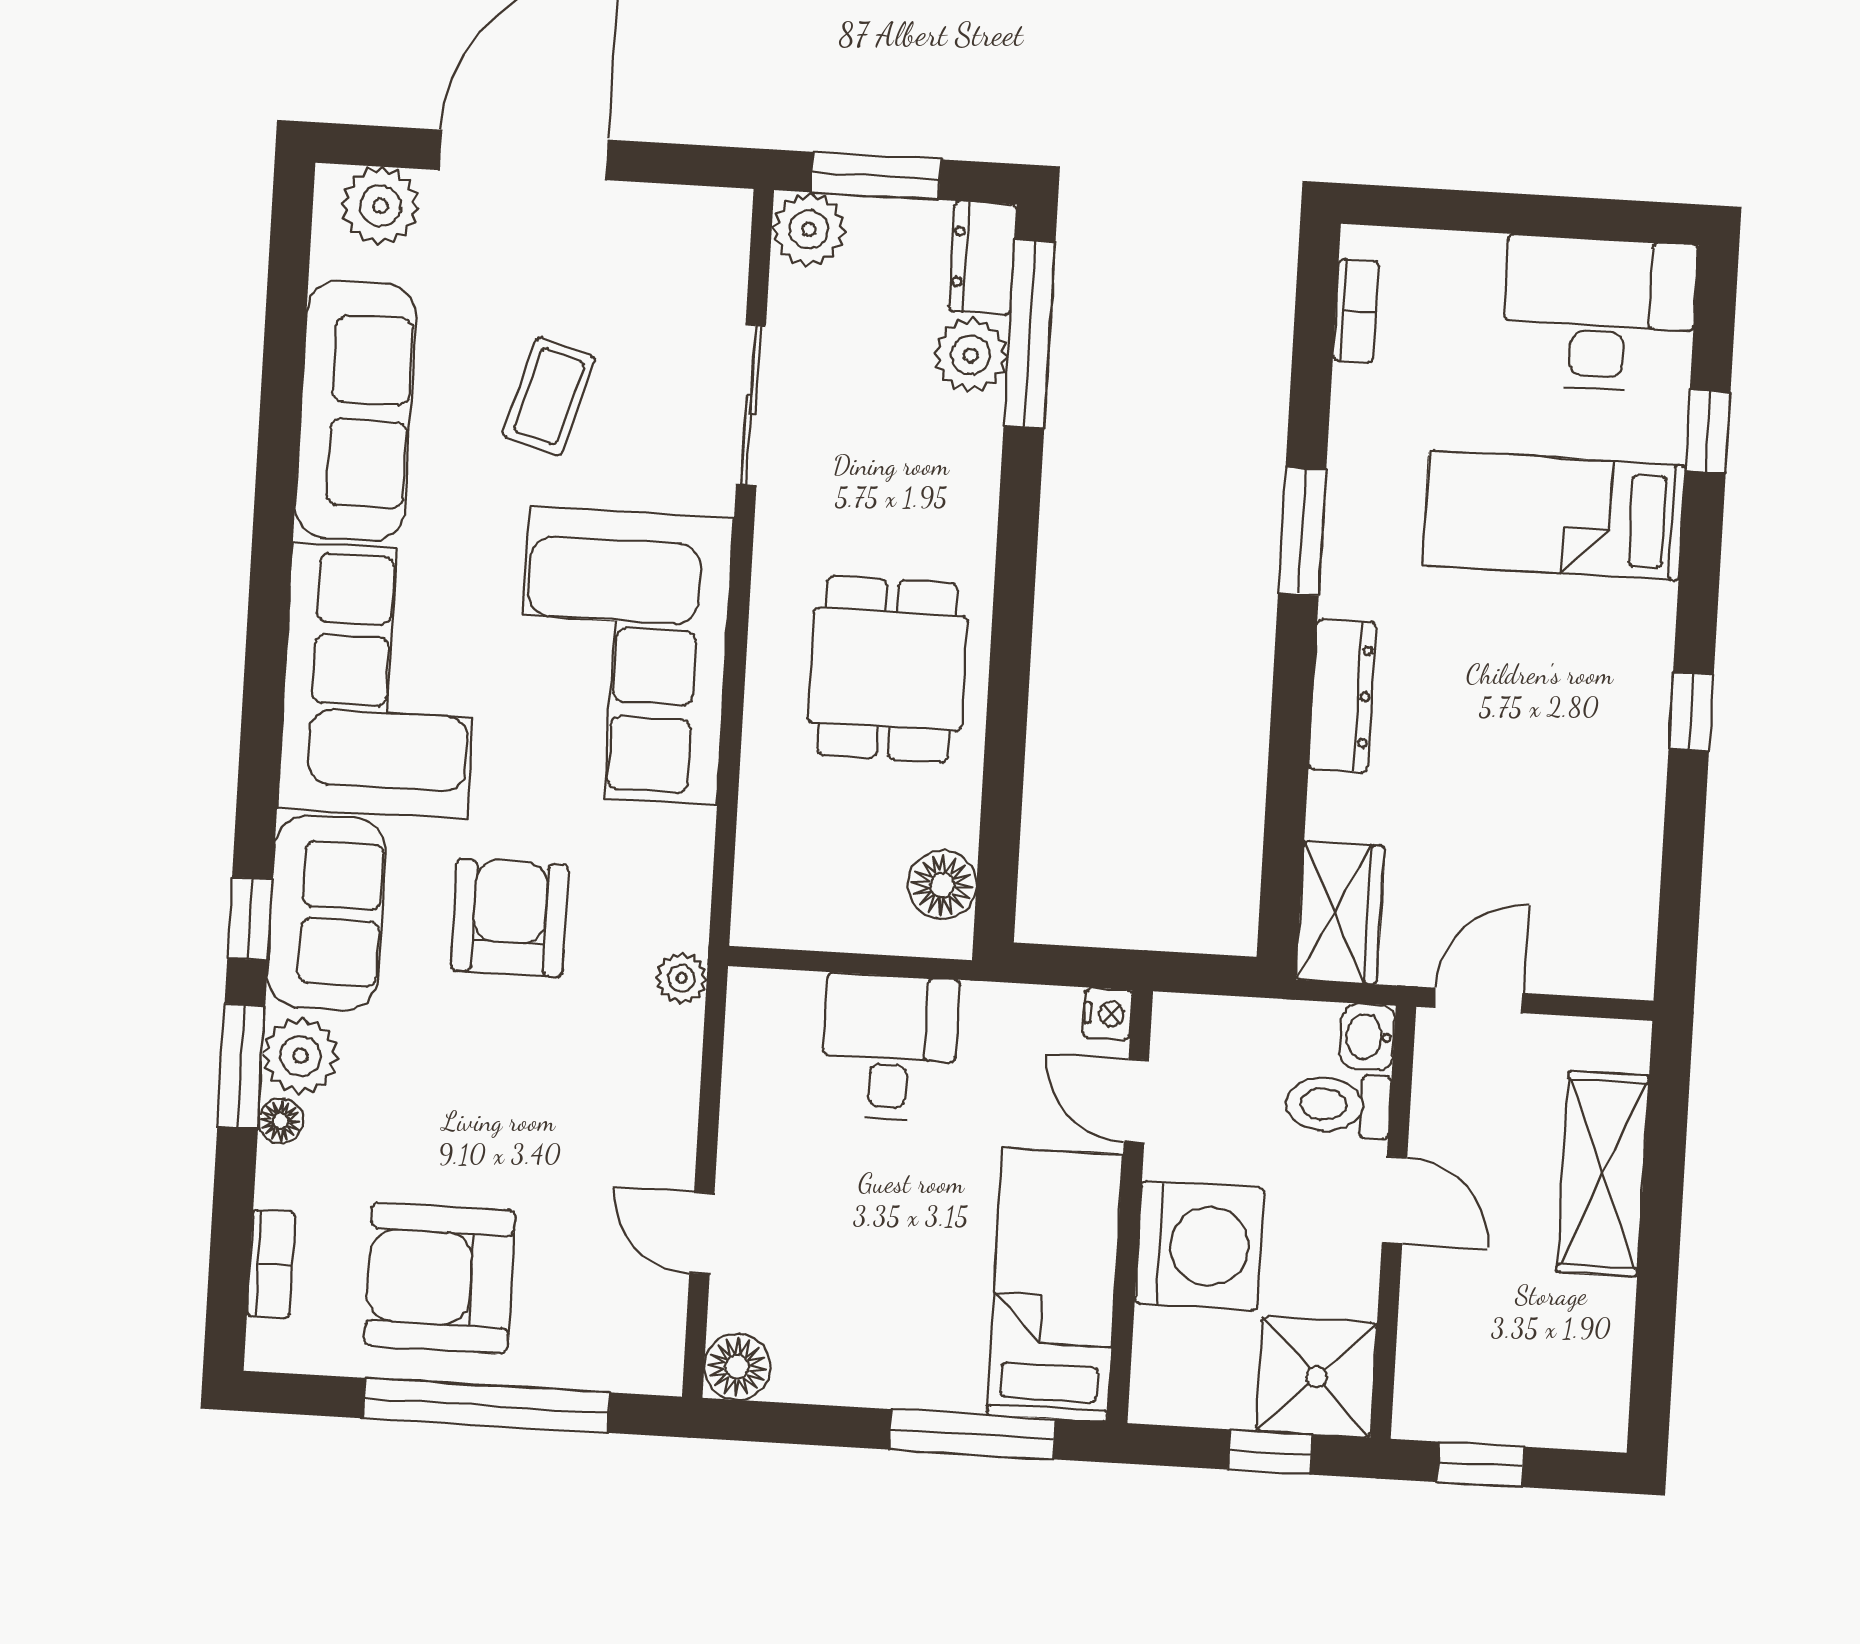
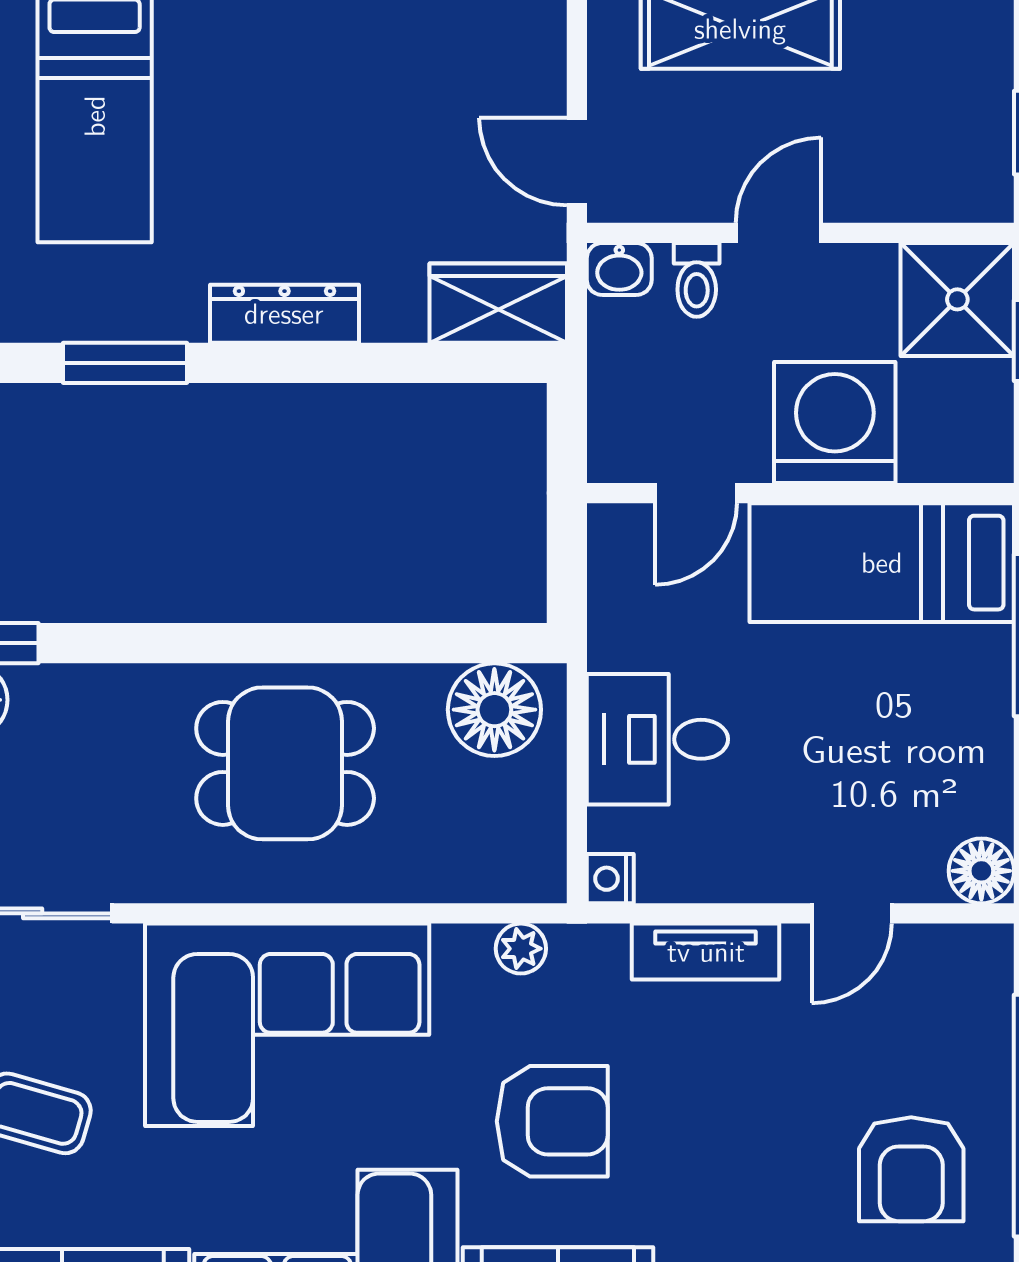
floor lamp: (942, 885) -> (494, 710), width x1.38, depth x1.38
armchair: (510, 918) -> (552, 1121), turned 180
plant: (681, 978) -> (521, 949), moved
nightstand: (1108, 1014) -> (610, 879), moved, turned -90
tv unit: (672, 1083) -> (706, 952), added
toilet: (1338, 1105) -> (697, 280), width x0.73, depth x0.72
armchair: (440, 1278) -> (911, 1169), width x0.73, depth x0.73

